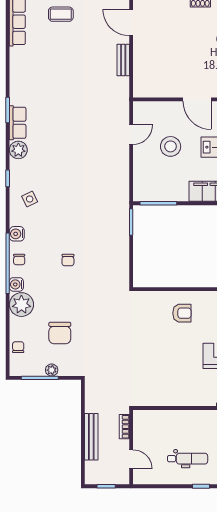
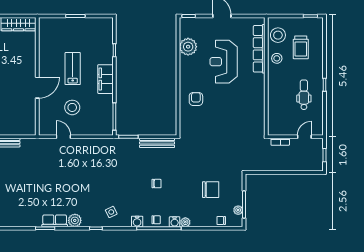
plant: (21, 305) -> (185, 222), width x0.53, depth x0.53
plant: (52, 370) -> (238, 210), moved
bench: (91, 437) -> (157, 143), moved

